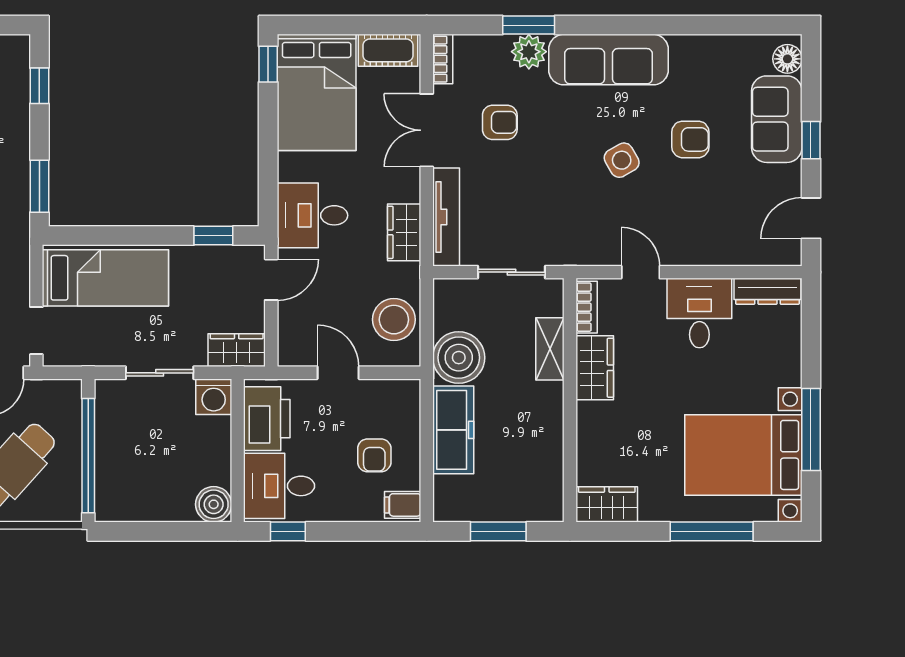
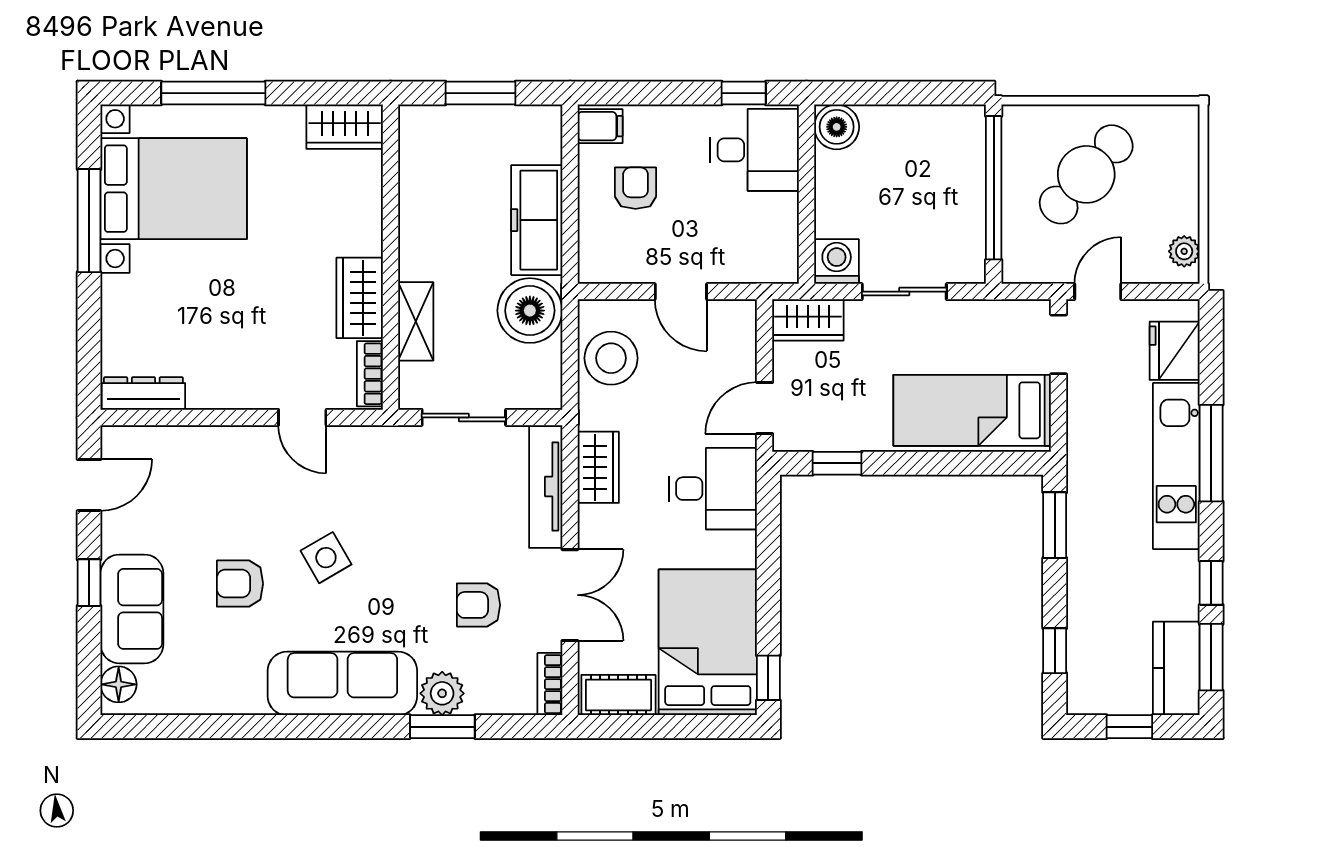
desk: (699, 313) -> (229, 366), removed
printer: (267, 419) -> (770, 234), removed

